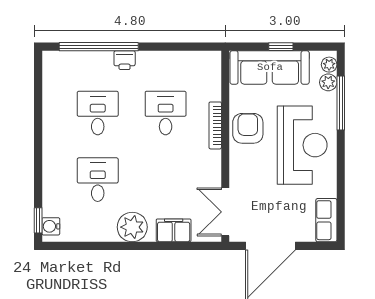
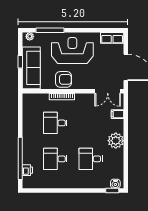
printer: (125, 60) -> (27, 170), moved
plant: (328, 82) -> (39, 37), removed
armchair: (248, 128) -> (63, 79), turned 180
filing cabinet: (174, 230) -> (117, 114), width x0.50

